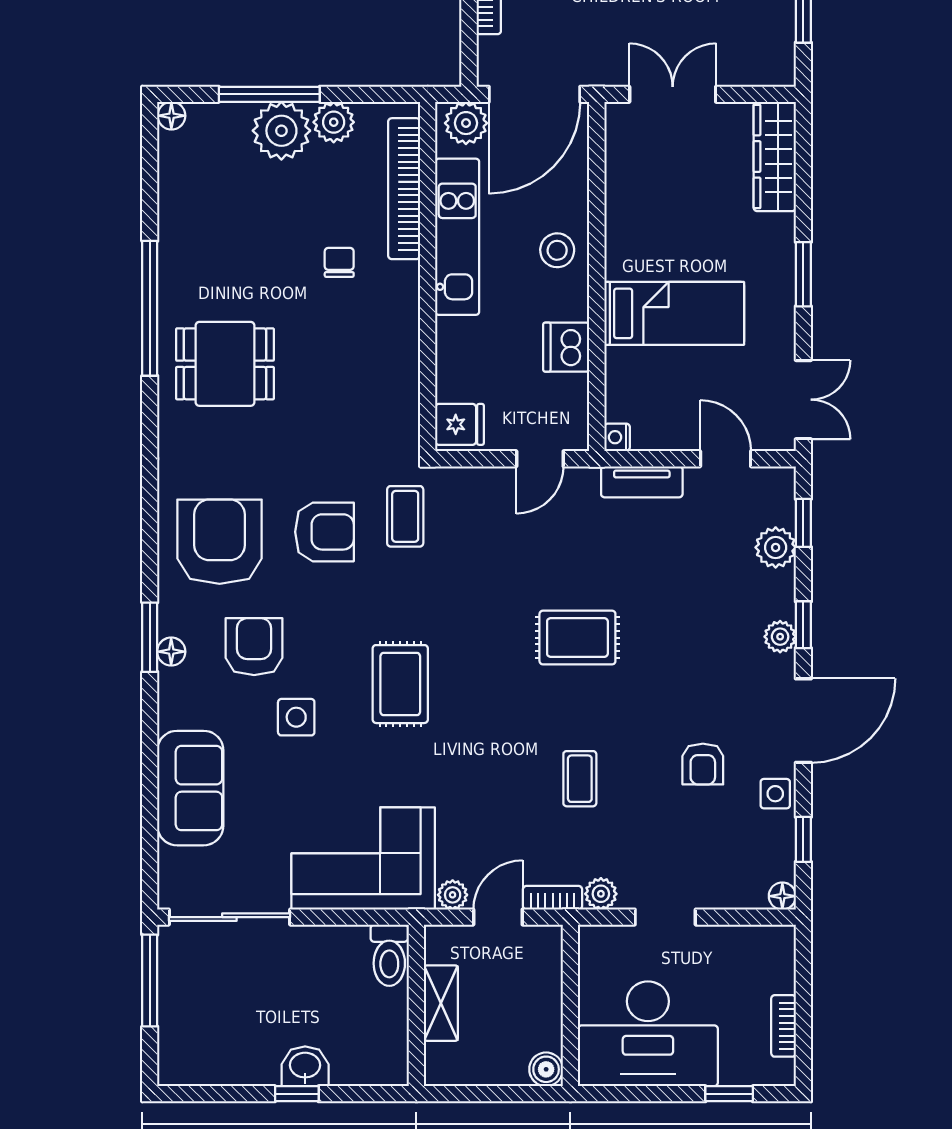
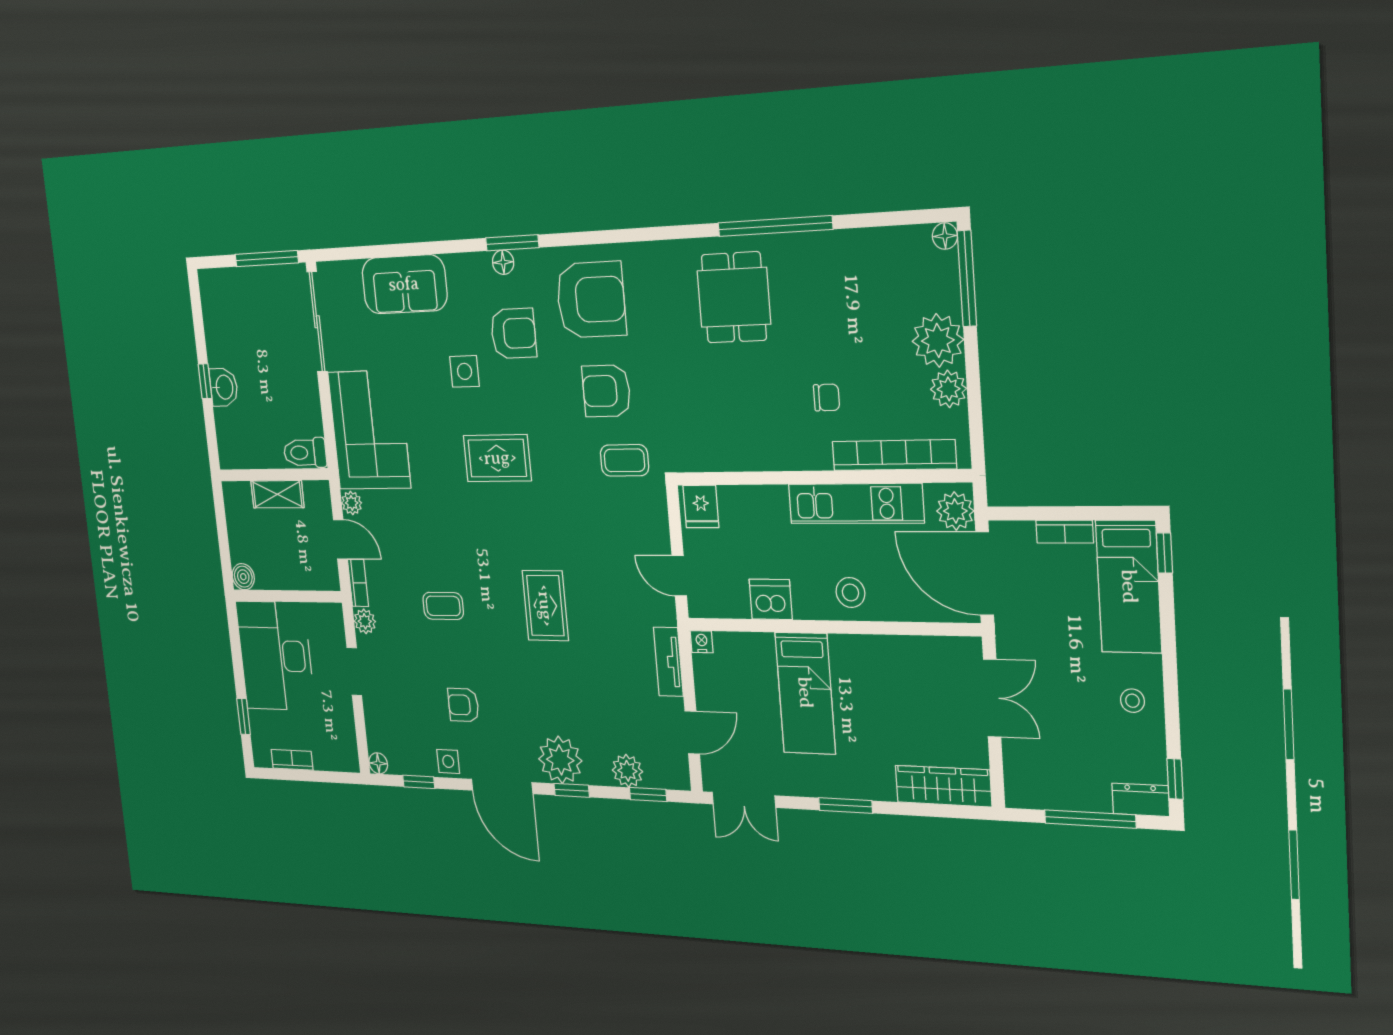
window: (269, 94) -> (967, 278), moved
armchair: (324, 532) -> (606, 391), turned 90
plant: (780, 637) -> (560, 760), width x1.87, depth x1.87

